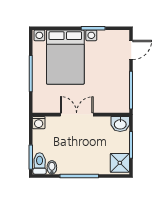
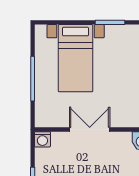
bed with nightstands: (65, 57) -> (76, 58), width x0.73

